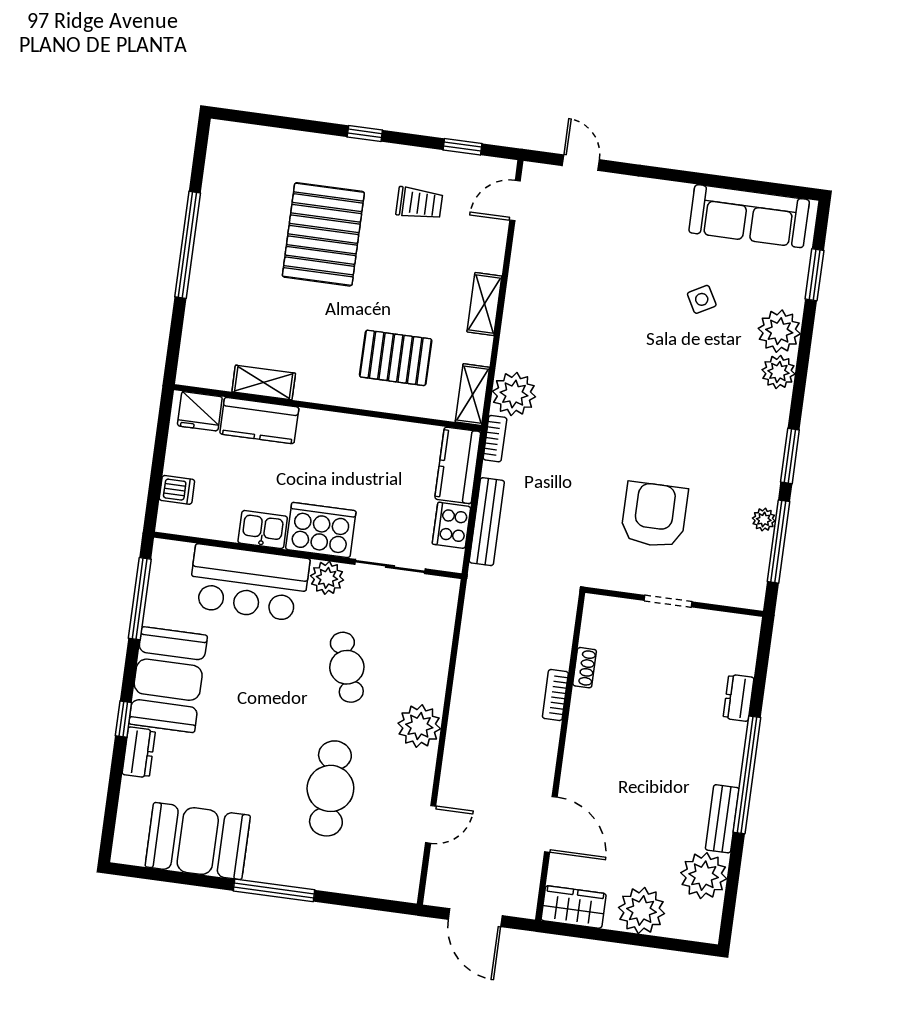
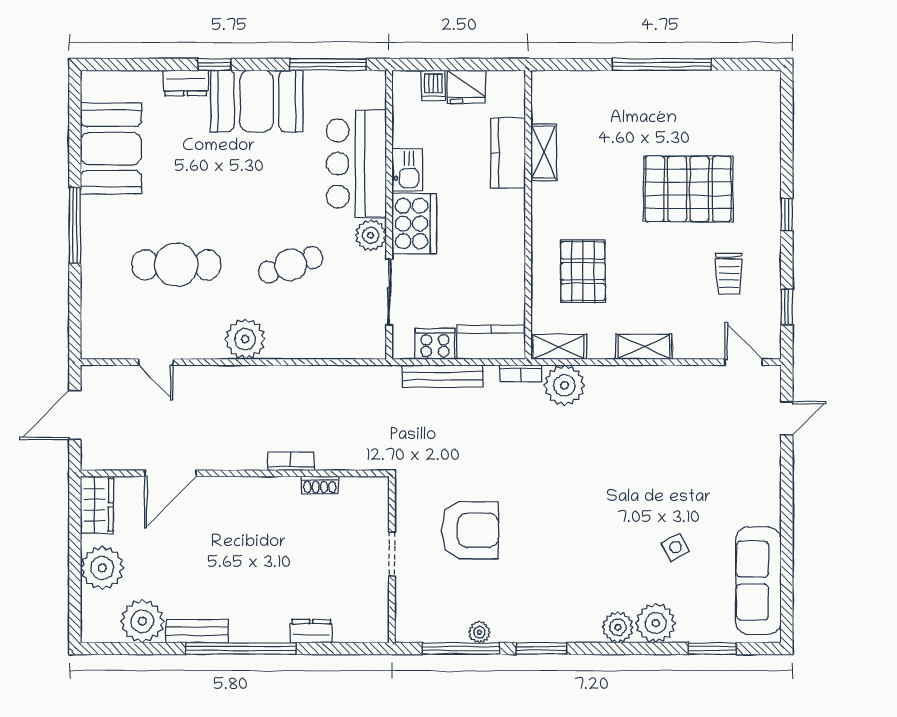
fridge: (200, 411) -> (466, 86), moved, turned -90

